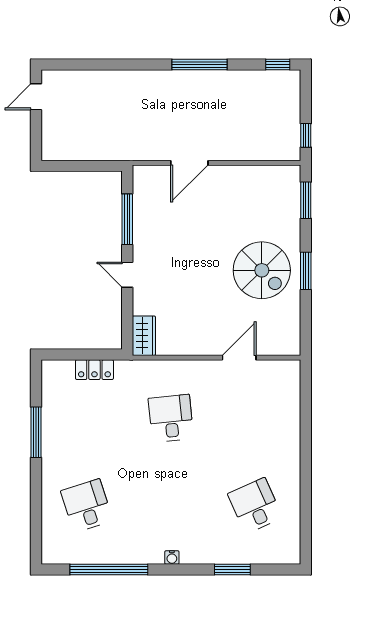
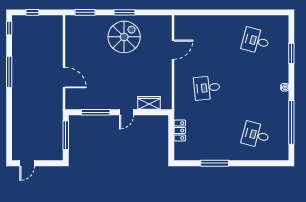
door: (36, 97) -> (27, 163), hinge flipped
window: (306, 135) -> (32, 12), moved
window: (86, 166) -> (66, 135), added
wardrobe: (144, 336) -> (149, 103), moved
door: (239, 358) -> (173, 50), swing flipped
desk: (87, 506) -> (256, 135), turned 33
desk: (255, 506) -> (256, 41), turned 39

